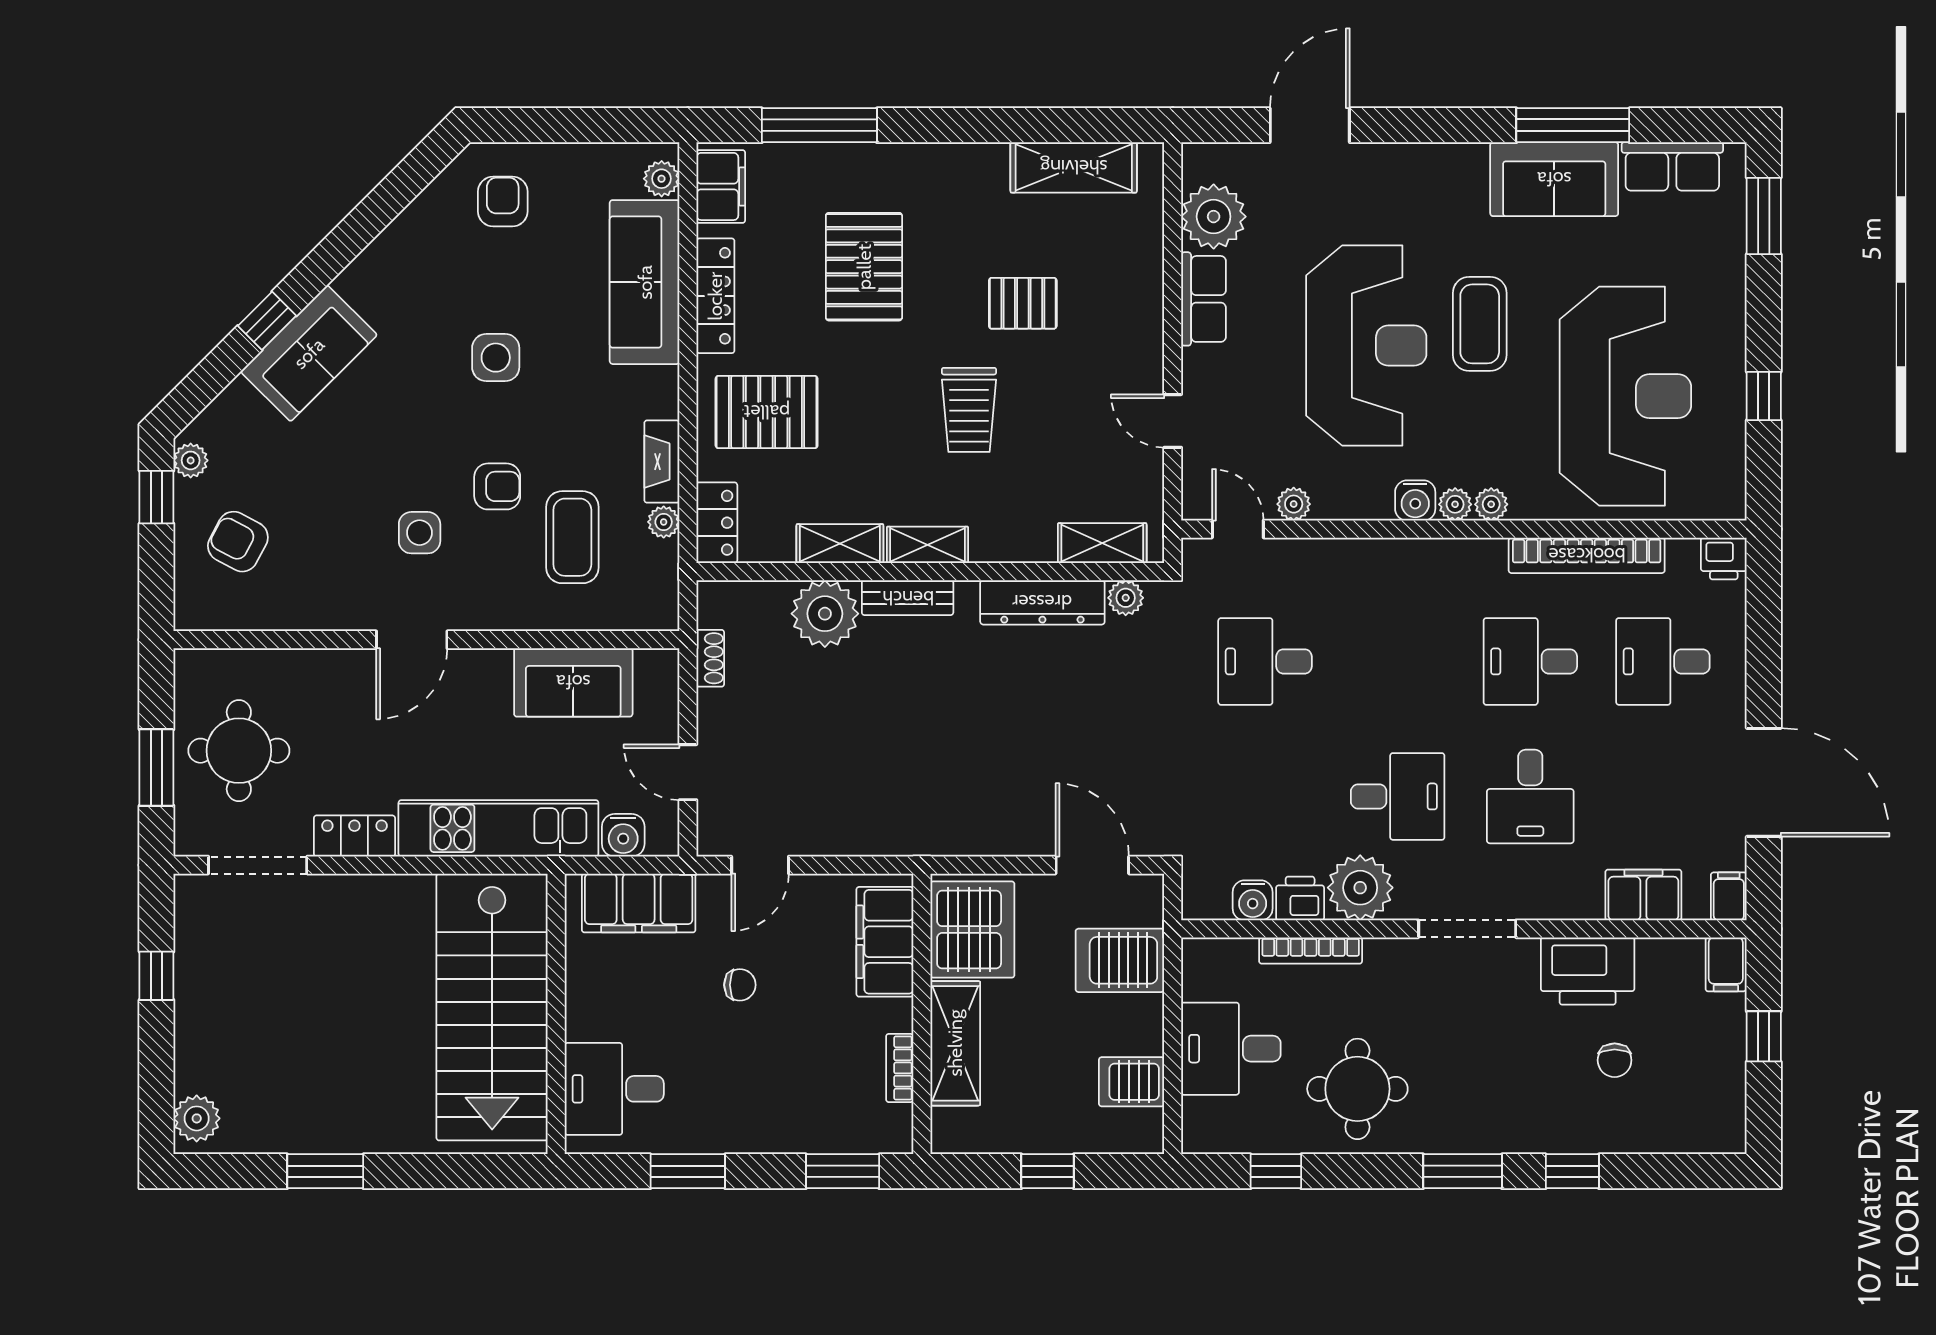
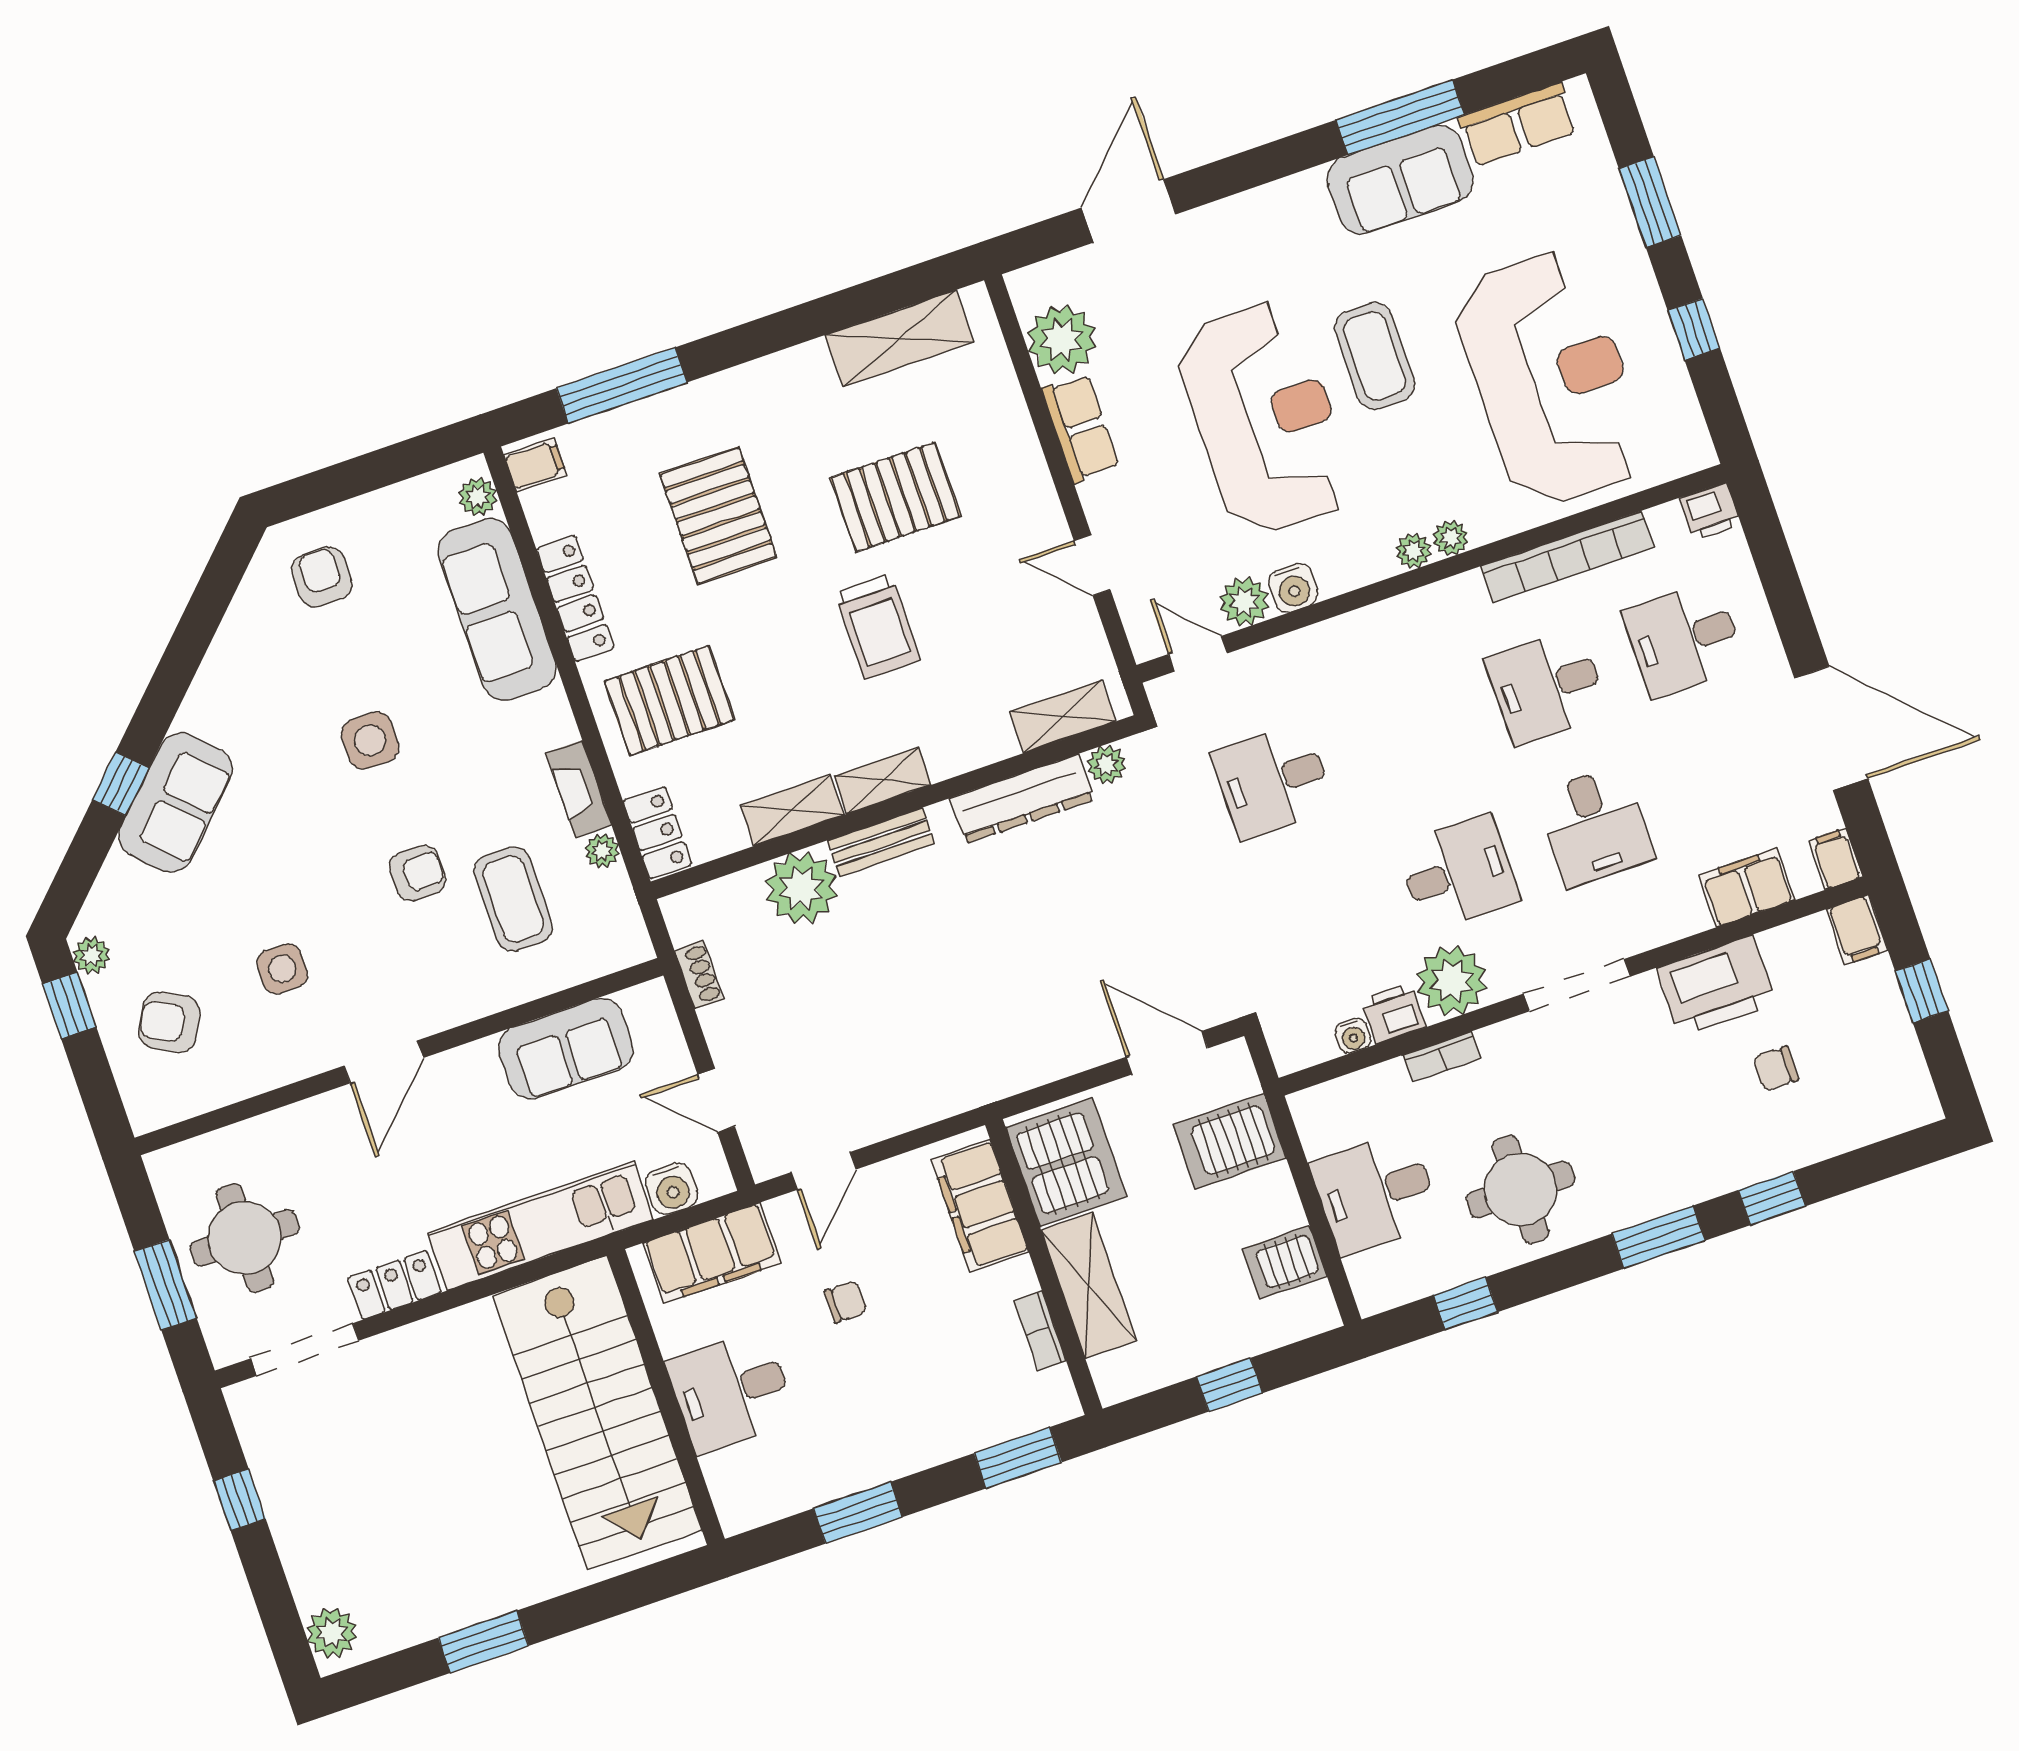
filing cabinet: (721, 186) -> (535, 465), width x0.50
window: (1764, 216) -> (1650, 202), moved
pallet: (1023, 303) -> (895, 497), width x1.50, depth x1.42
water cooler: (1415, 500) -> (1293, 588), moved
plant: (1294, 504) -> (1244, 602), width x1.38, depth x1.38
side table: (420, 533) -> (282, 969), moved
water cooler: (1253, 900) -> (1353, 1036), width x0.72, depth x0.72
bookcase: (1311, 951) -> (1442, 1057), width x0.64
chair: (1615, 1060) -> (1776, 1068), turned 90
desk: (614, 1089) -> (731, 1391), moved

